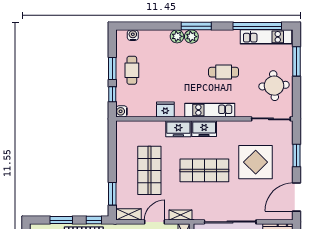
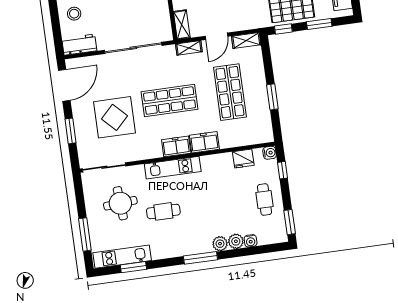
window: (257, 26) -> (133, 267), width x0.47
water cooler: (133, 35) -> (251, 241), moved
plant: (191, 37) -> (236, 241), moved
window: (112, 68) -> (290, 222), moved
round table: (274, 86) -> (120, 203), moved
fridge: (165, 109) -> (243, 159), moved
window: (112, 194) -> (272, 97), moved

